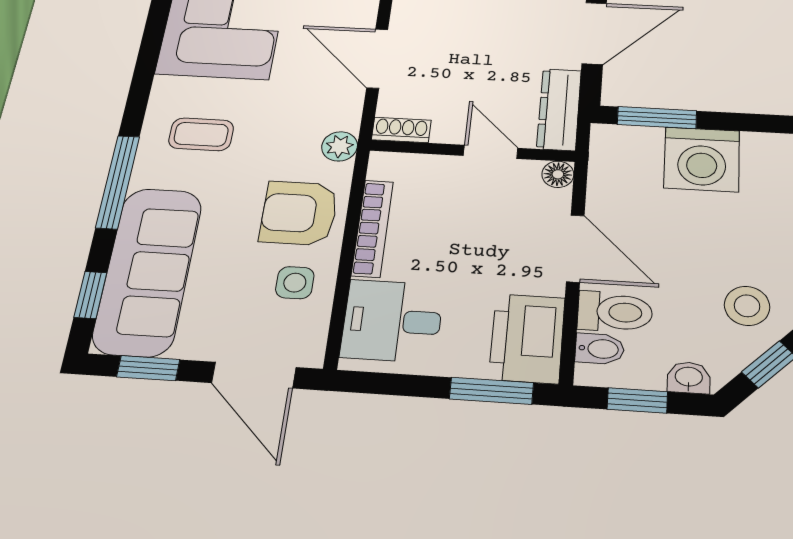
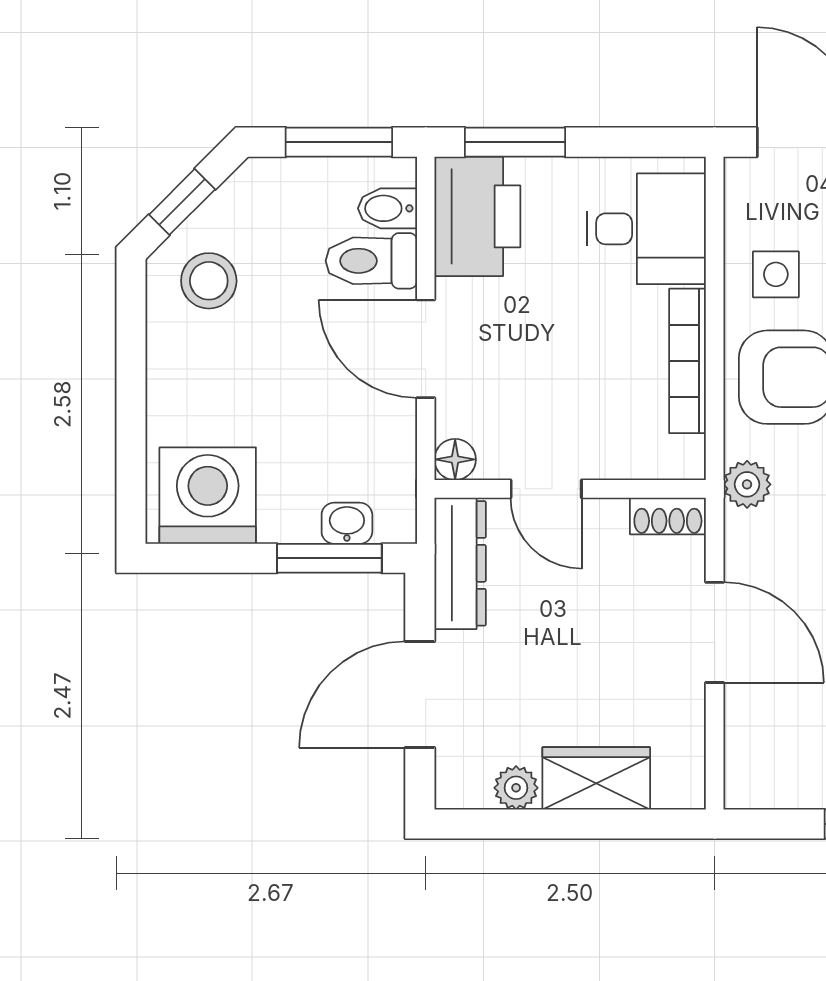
washing machine: (702, 159) -> (208, 496), moved
washbasin: (689, 378) -> (347, 523), moved, turned 180
window: (637, 400) -> (339, 142), width x1.50

